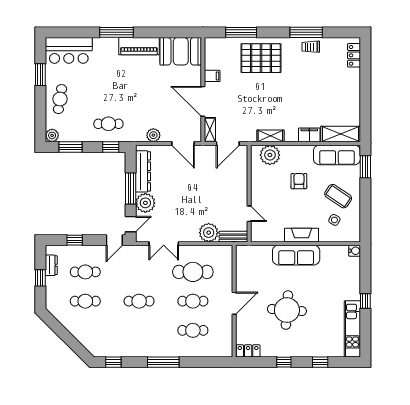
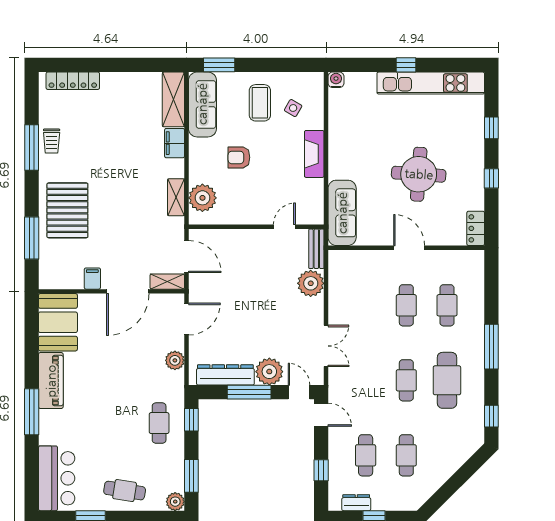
locker: (354, 55) -> (73, 81), width x1.53
coffee table: (338, 196) -> (260, 103), turned -34
sofa: (296, 255) -> (342, 213), moved
cafe table: (193, 272) -> (447, 380), moved
kitchen unit: (352, 329) -> (431, 83), width x1.36

